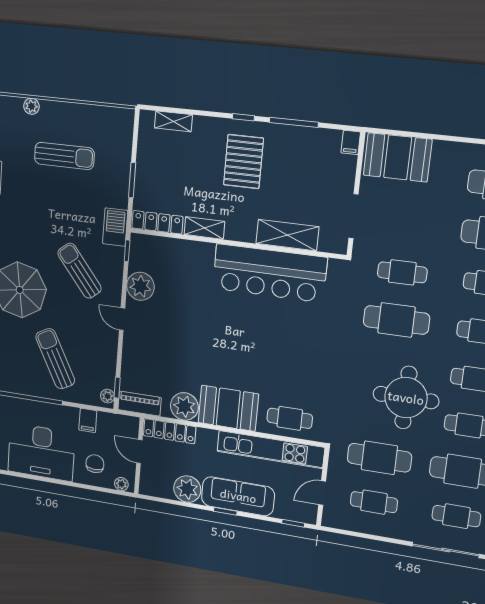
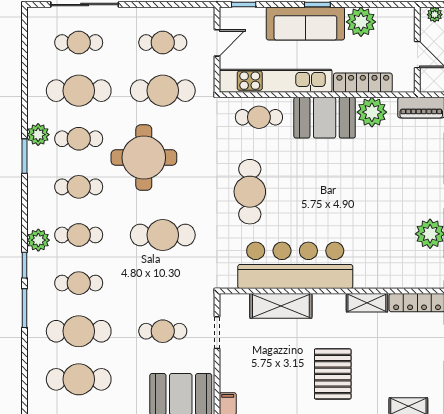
doorway: (353, 216) -> (217, 333), width x0.73
cafe table: (402, 272) -> (163, 331), moved
cafe table: (306, 350) -> (250, 192), added
locker: (170, 431) -> (363, 83), moved

